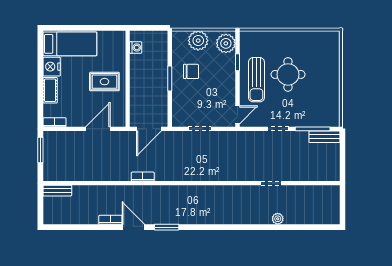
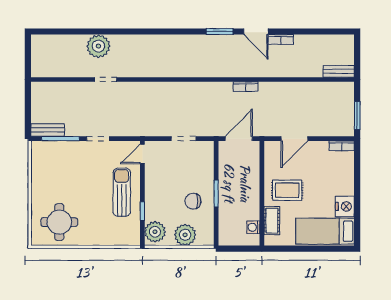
round table: (288, 74) -> (59, 222), moved
cot: (50, 90) -> (272, 221), moved
plant: (278, 219) -> (98, 46), width x1.88, depth x1.88

